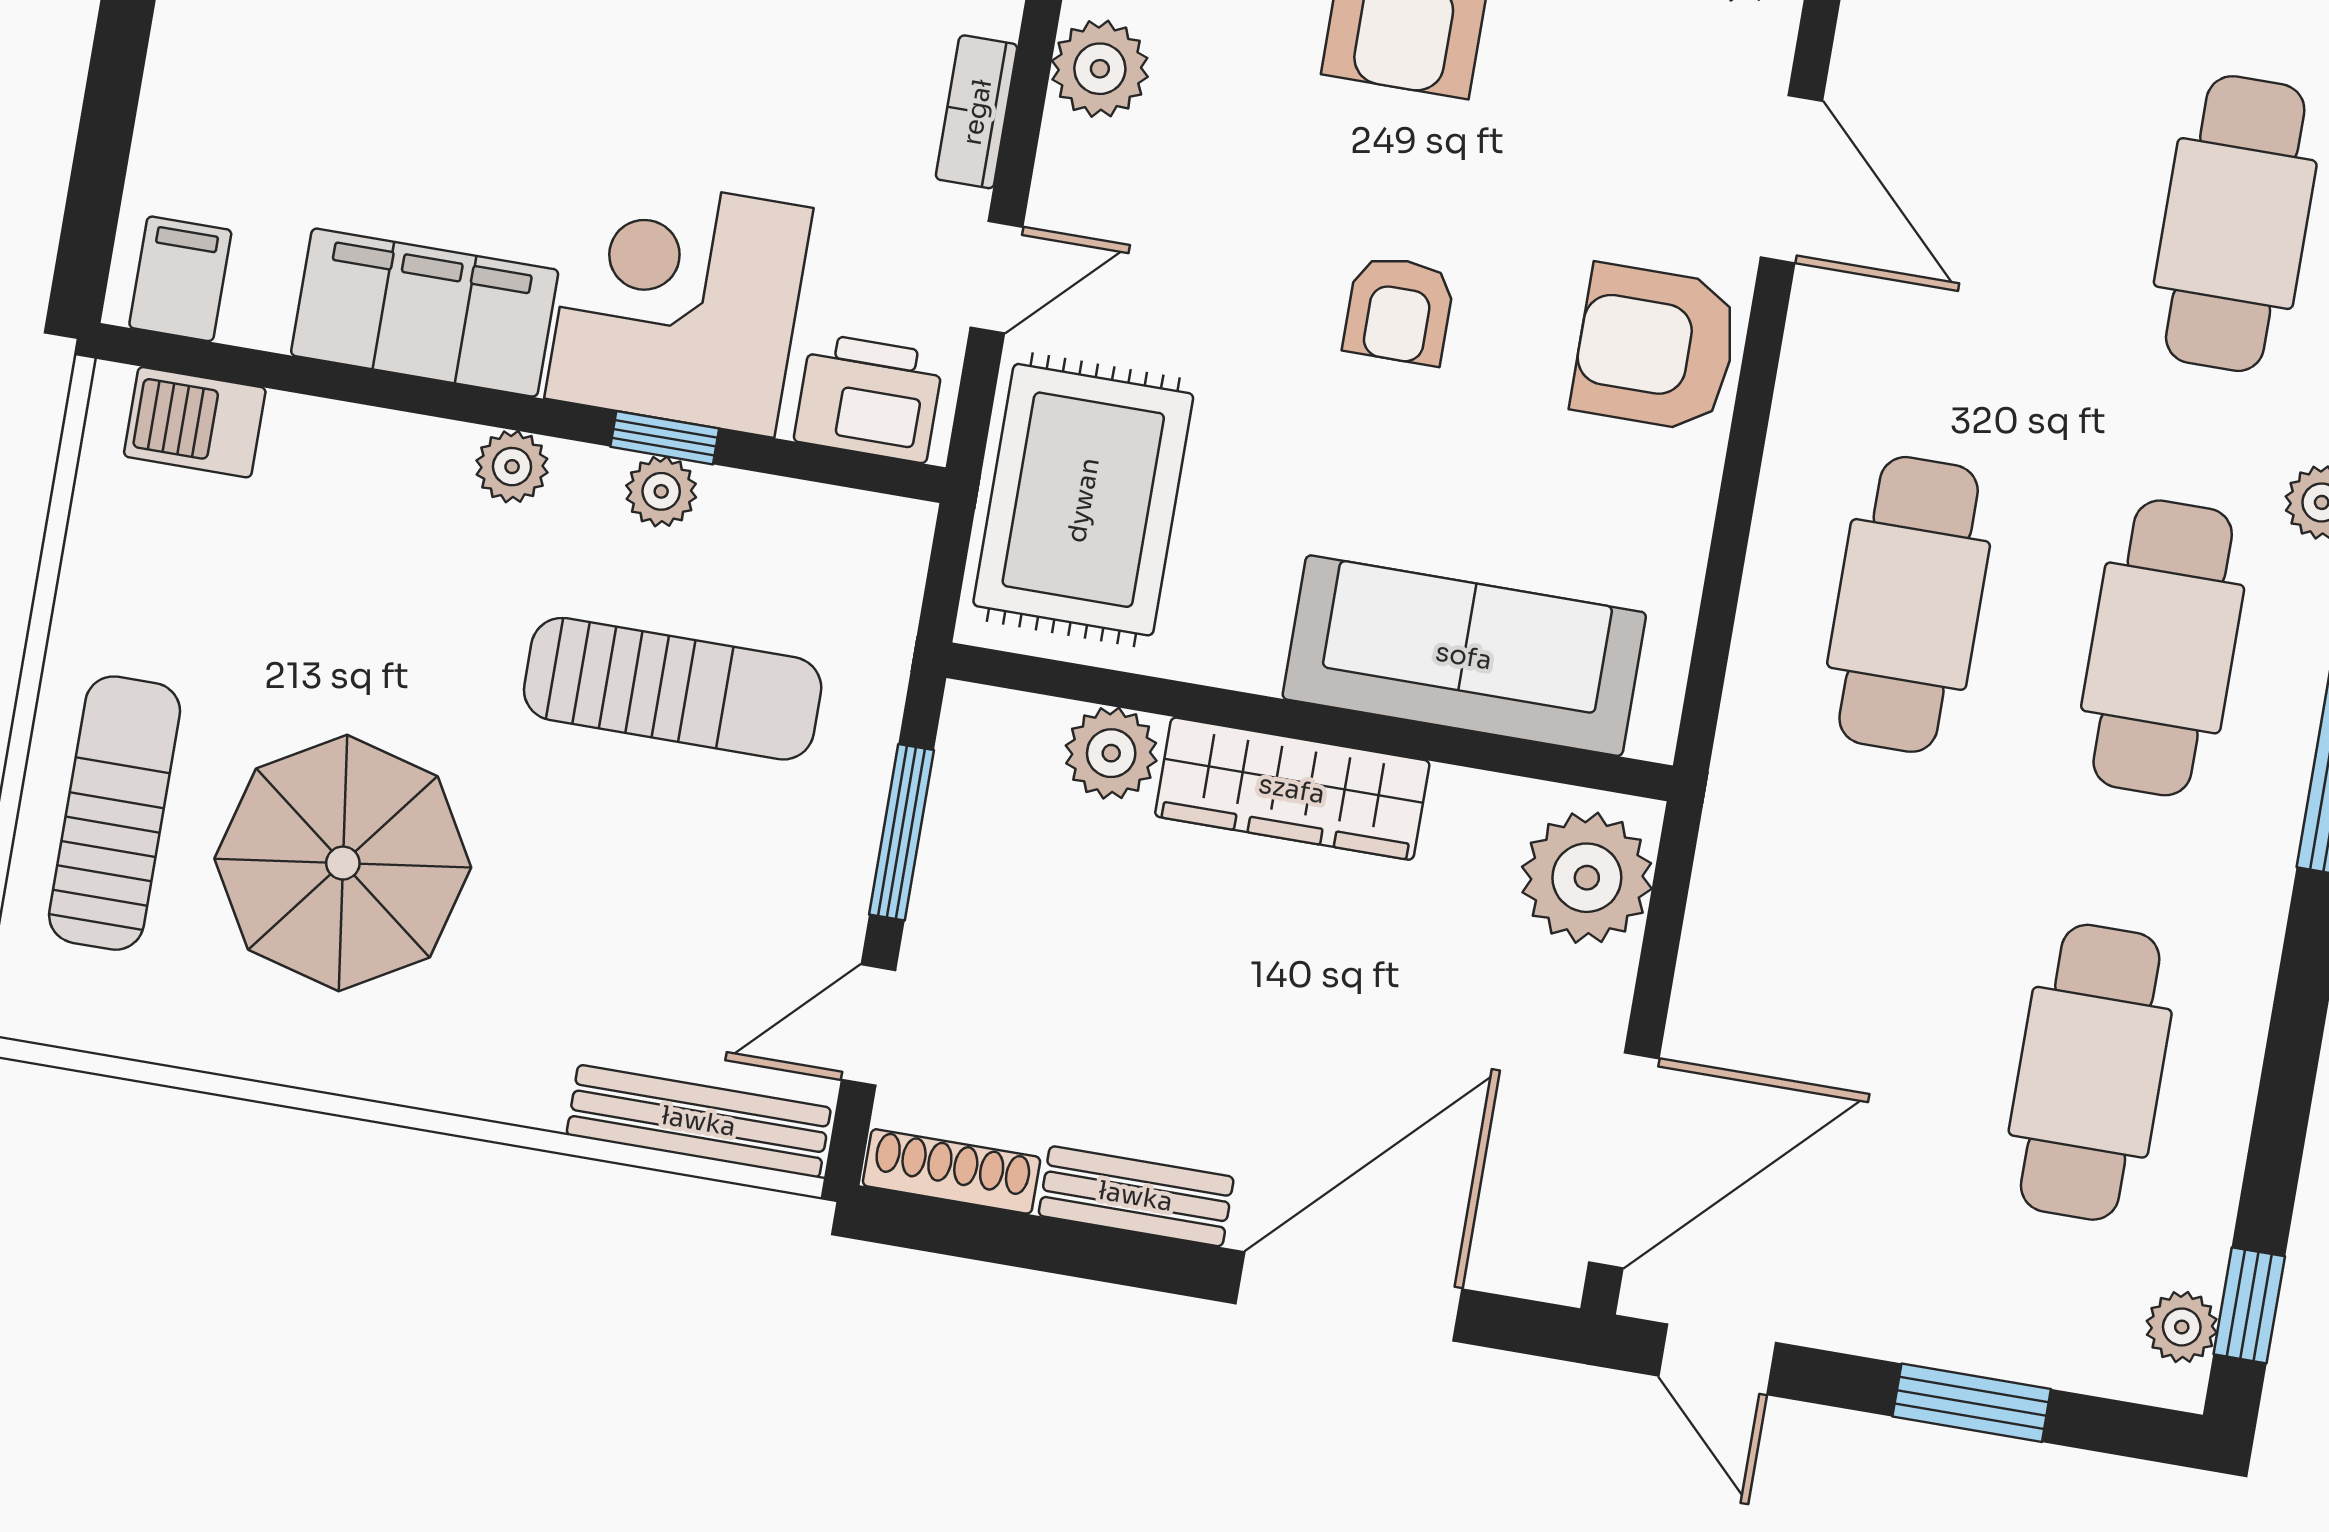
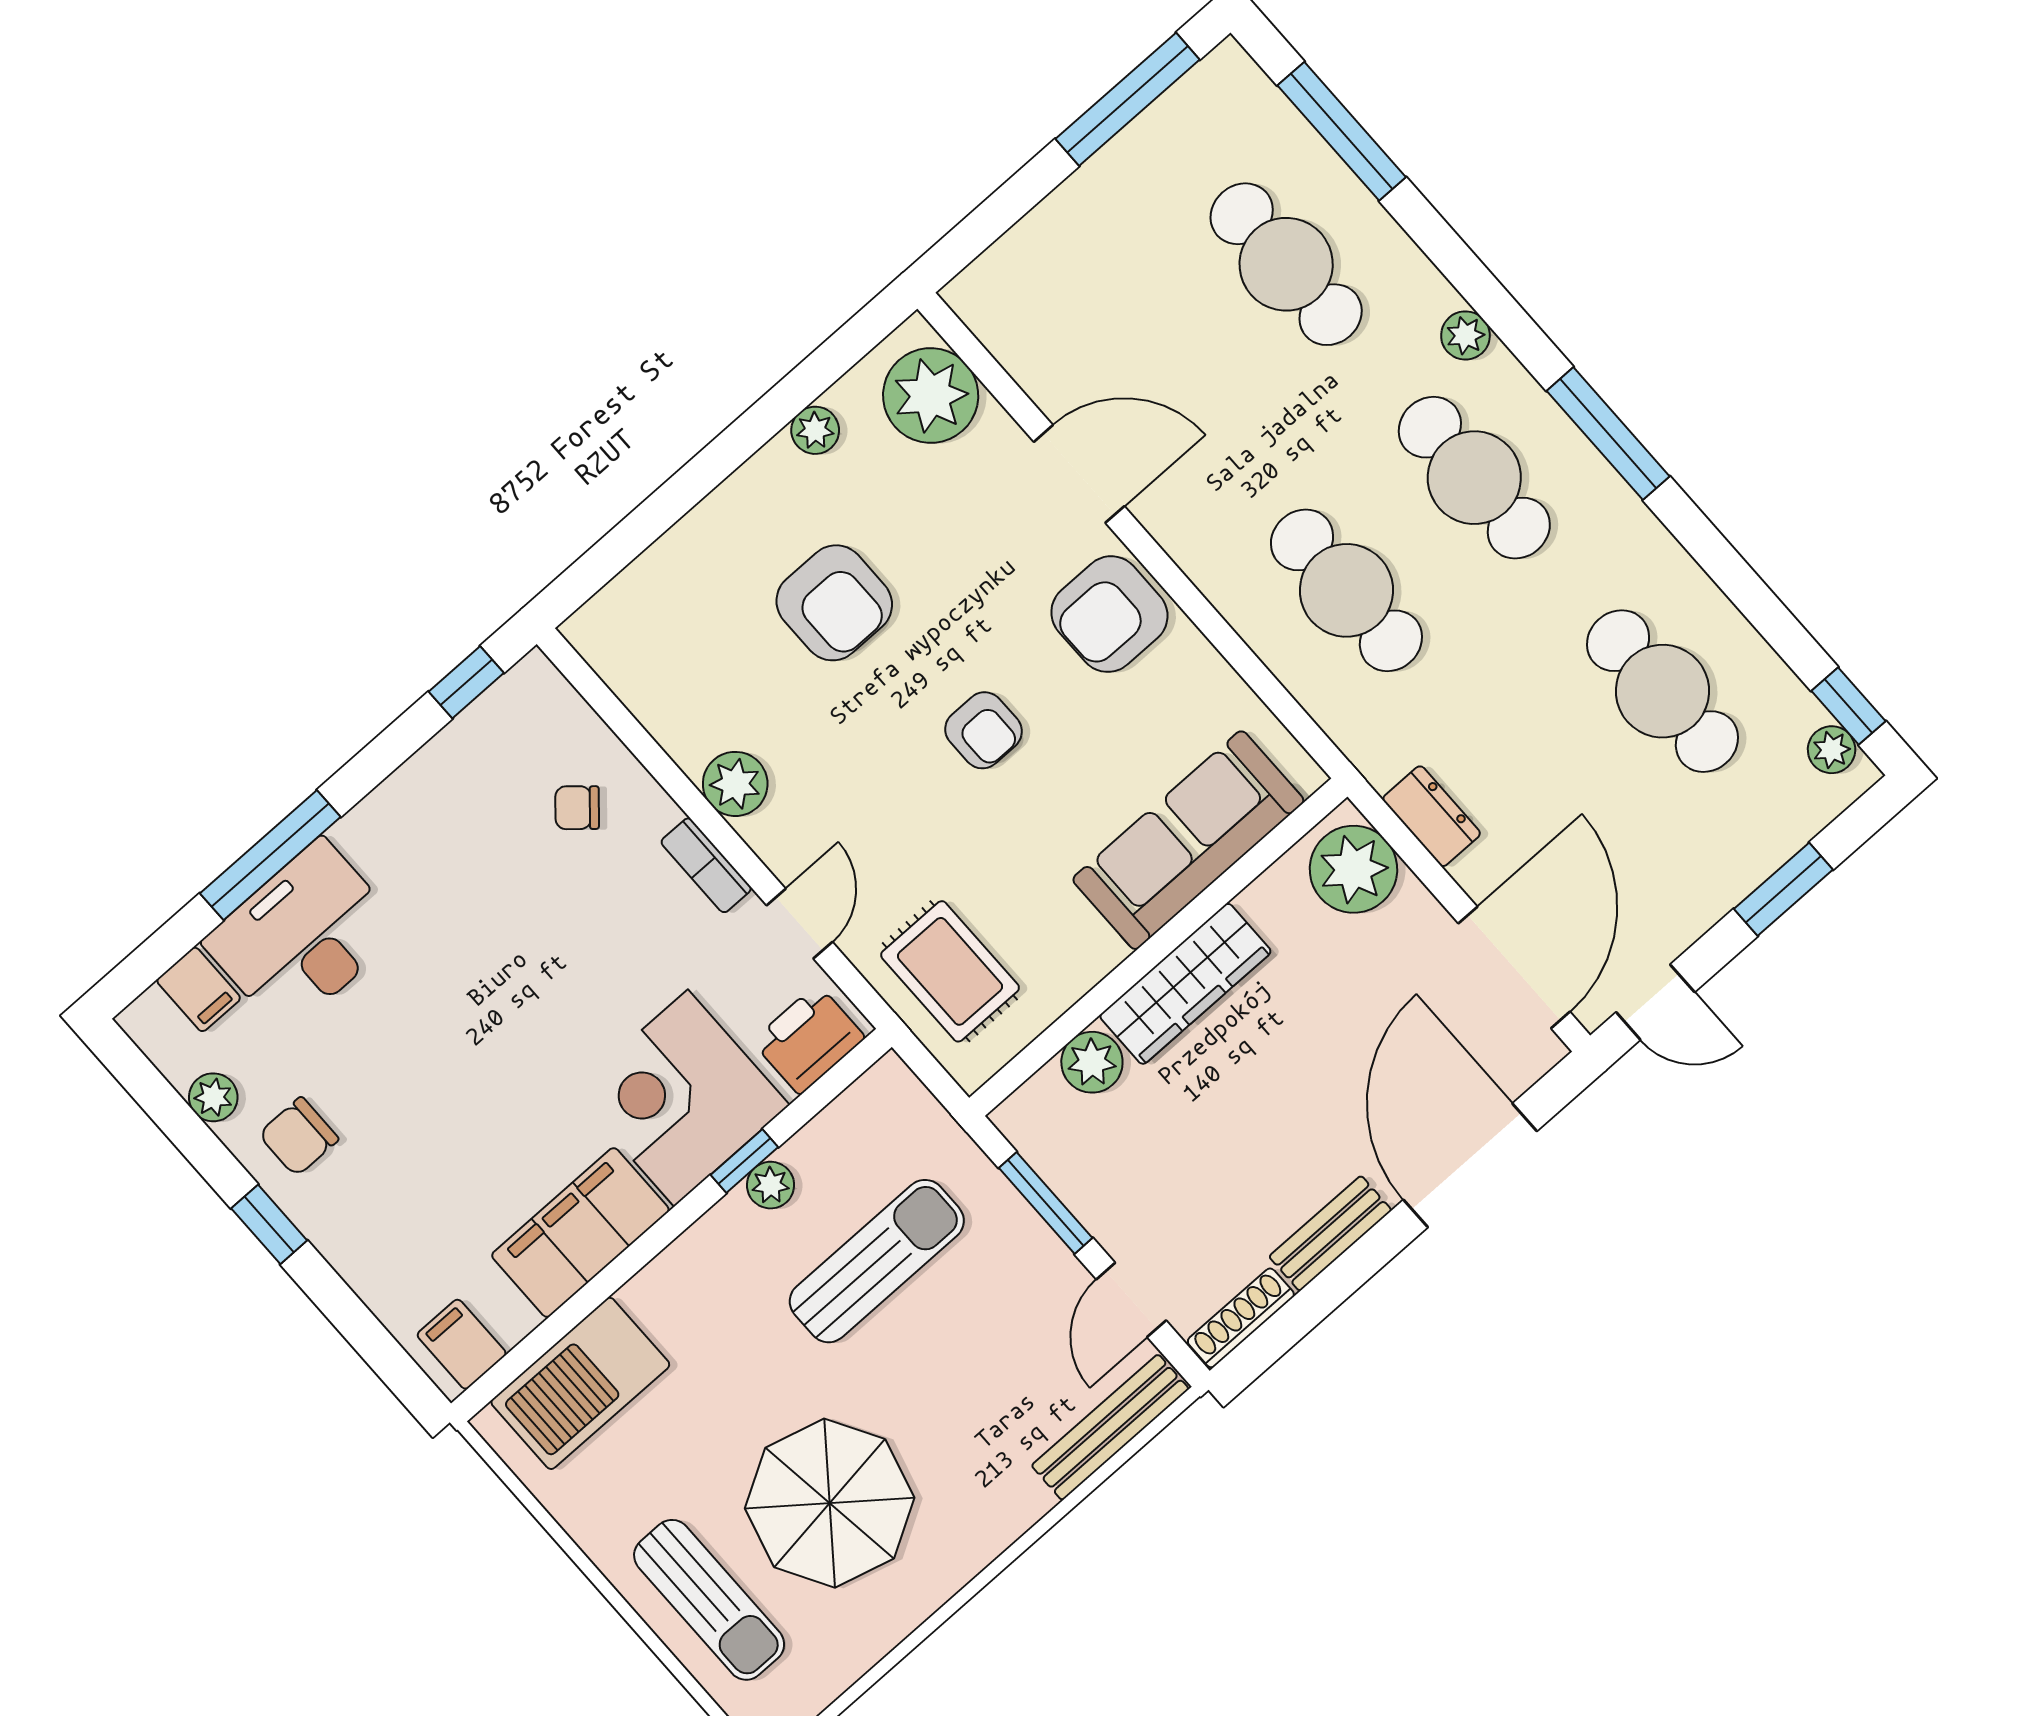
barbecue: (195, 422) -> (580, 1383), width x1.88, depth x1.53
plant: (512, 467) -> (696, 1252), removed
rug: (1083, 500) -> (950, 971), width x0.73, depth x0.70
sun lounger: (115, 813) -> (709, 1600), turned 180
dresser: (1724, 919) -> (1432, 816), added

